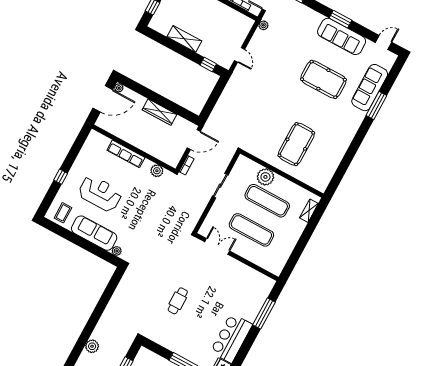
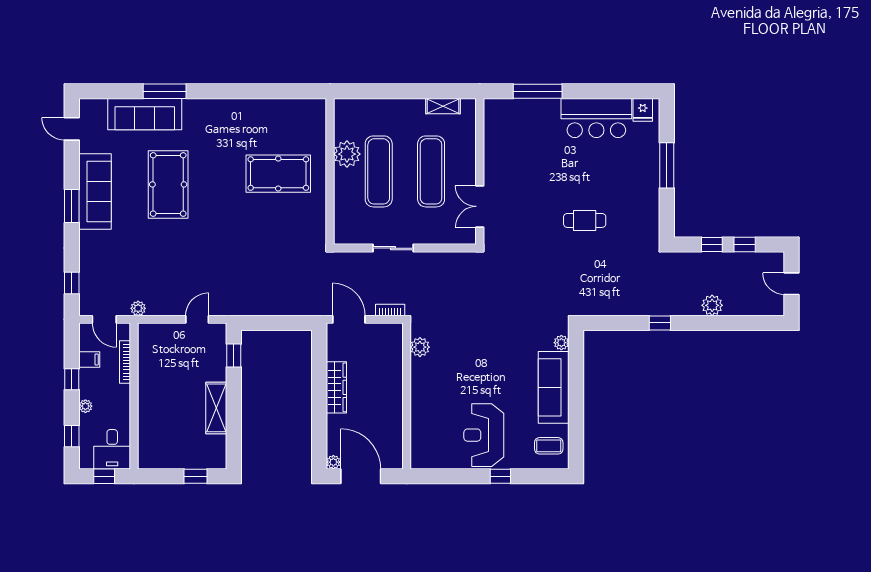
row of seats: (126, 154) -> (420, 403), removed
plant: (265, 177) -> (347, 154), moved
reception desk: (100, 193) -> (484, 435), moved
shelving: (309, 211) -> (443, 106), moved
window: (98, 312) -> (660, 323), added

